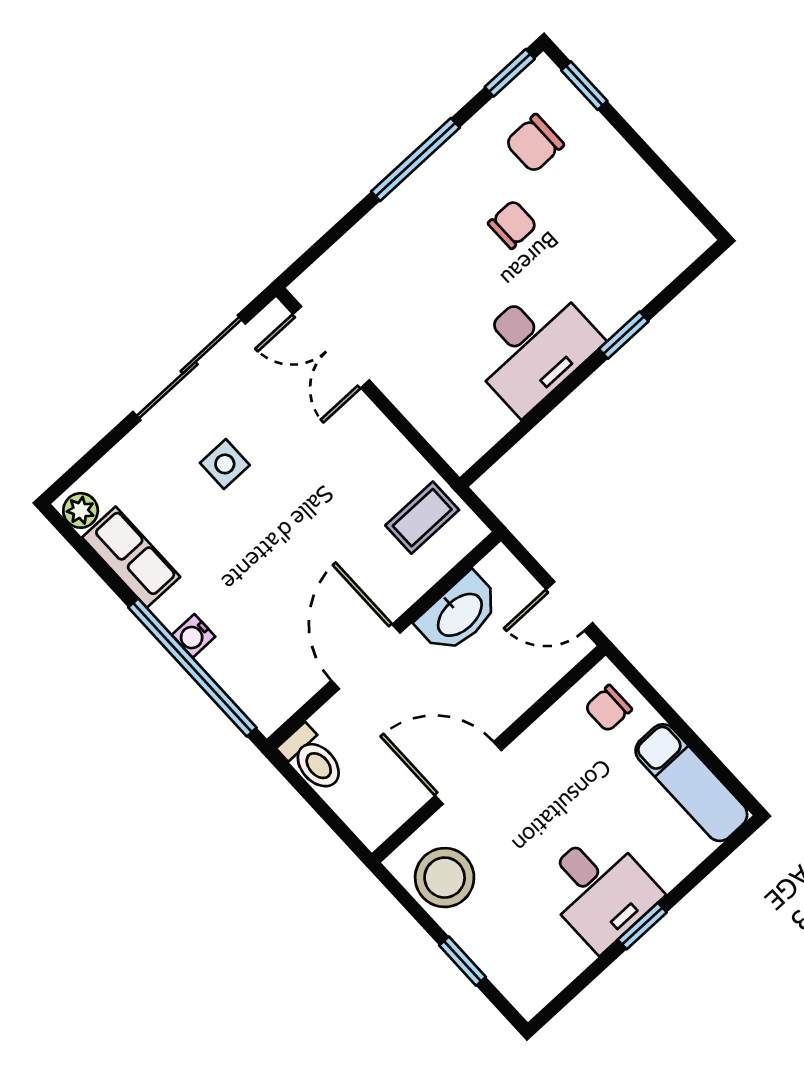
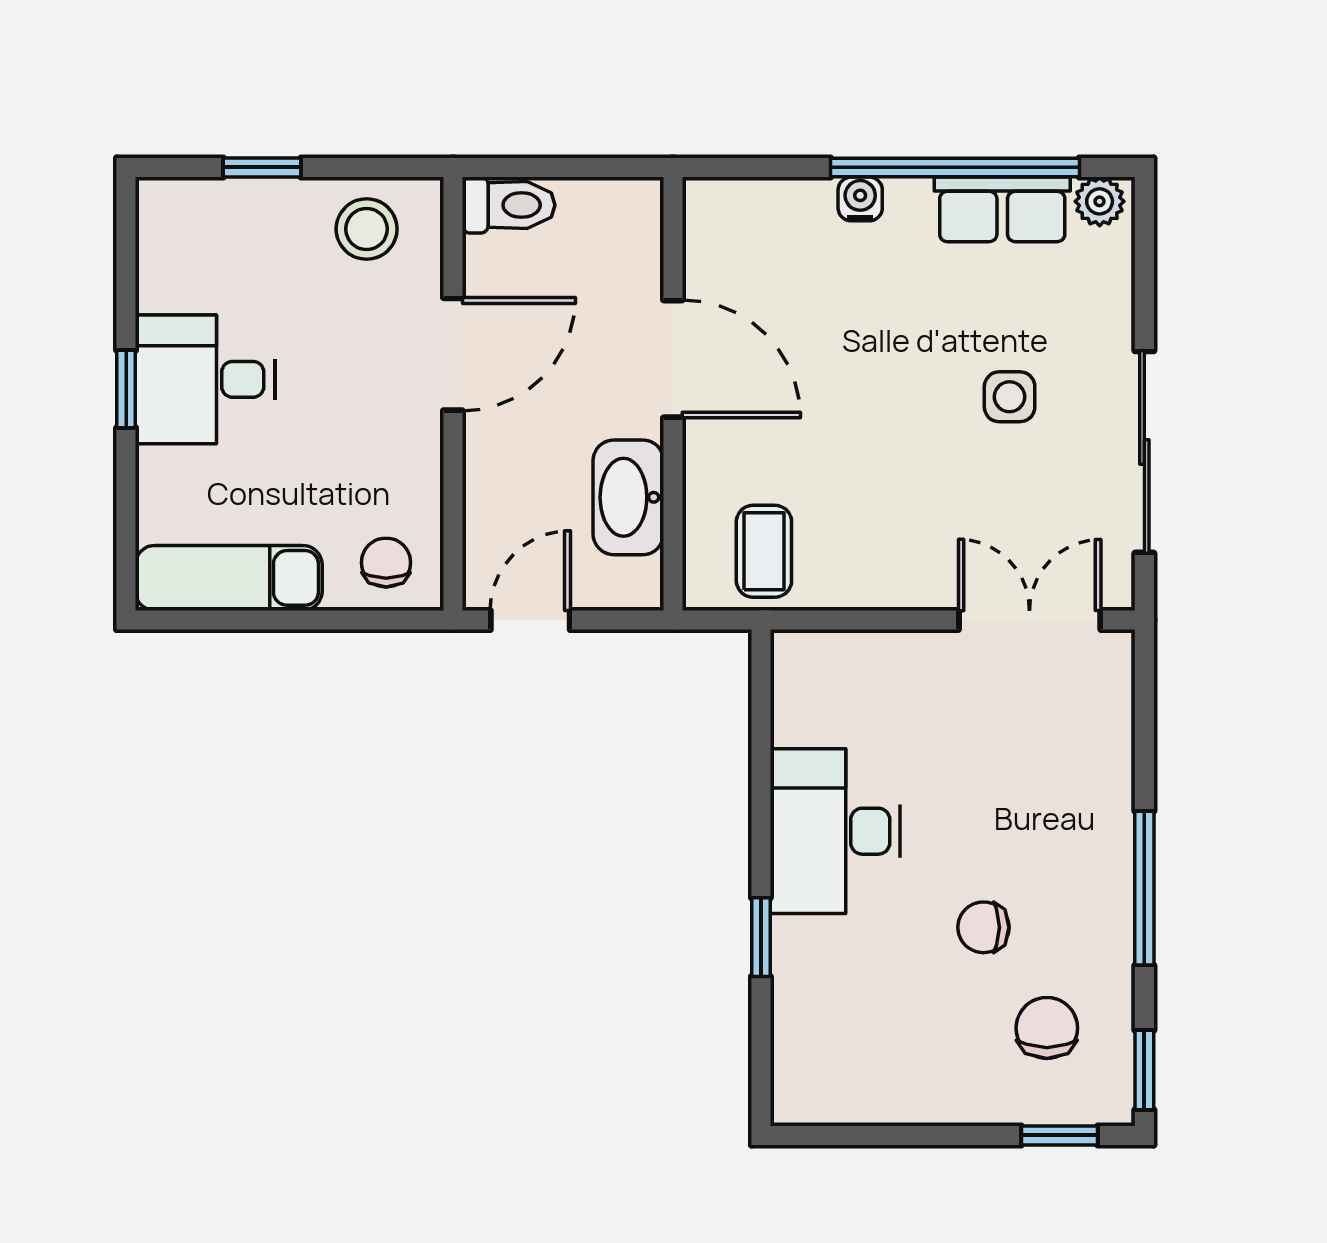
chair: (513, 224) -> (983, 927), turned 90
window: (192, 667) -> (955, 167), moved
toilet: (313, 759) -> (509, 205), moved, turned 180
stool: (445, 878) -> (367, 229), width x0.73, depth x0.73

